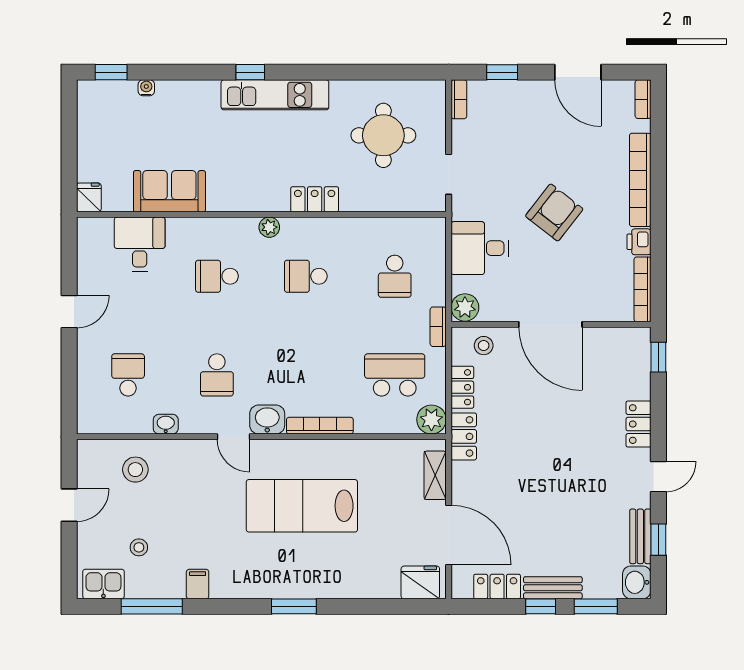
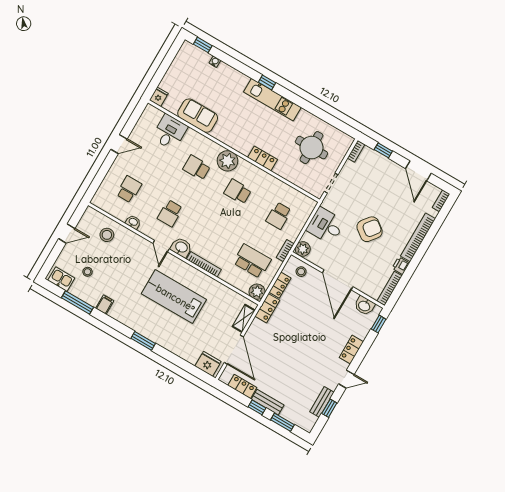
plant: (269, 227) -> (227, 161), width x1.88, depth x1.88
washbasin: (637, 582) -> (364, 306), moved, turned -90

